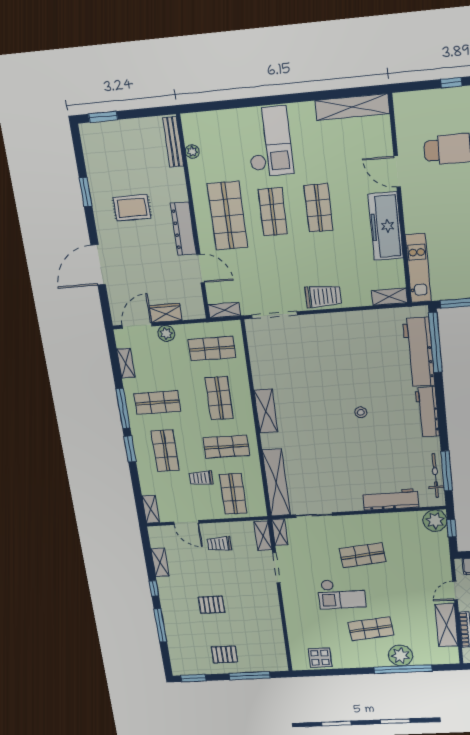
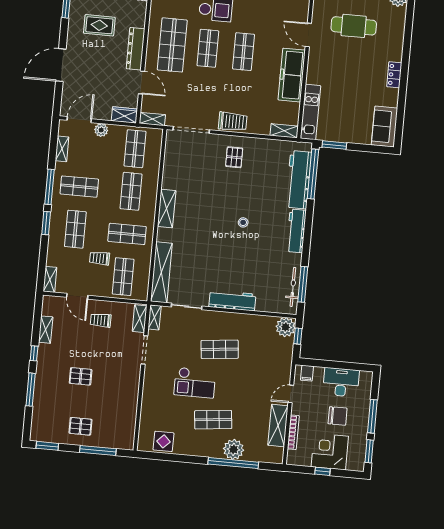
wardrobe: (166, 313) -> (124, 115), moved
pallet: (334, 339) -> (234, 157), added
shop shelf: (212, 349) -> (135, 149), turned 90
workbench: (391, 500) -> (232, 300), moved

